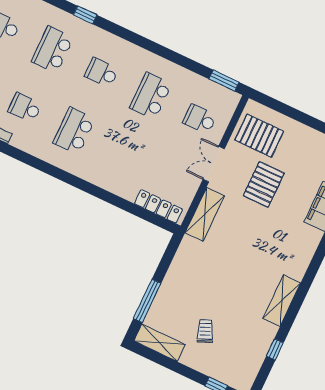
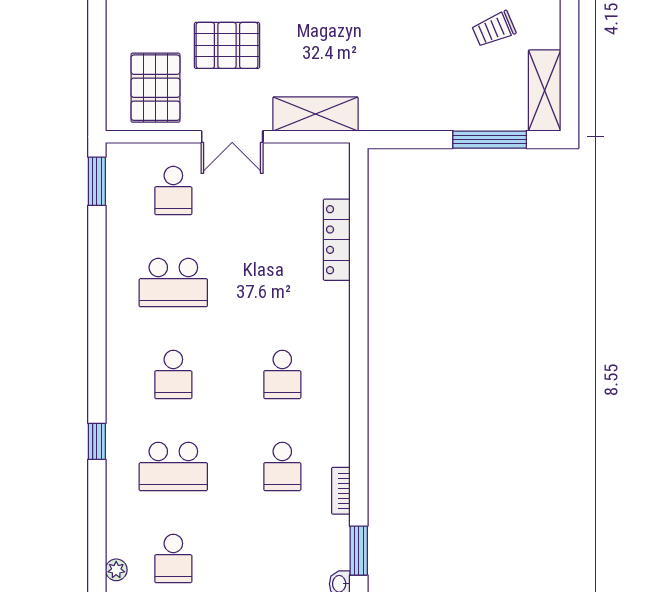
school desk: (74, 131) -> (282, 375), width x0.54
locker: (158, 206) -> (337, 240), moved

